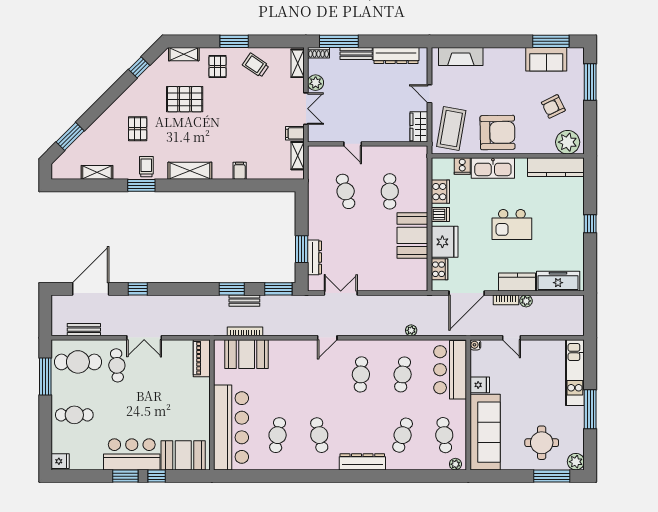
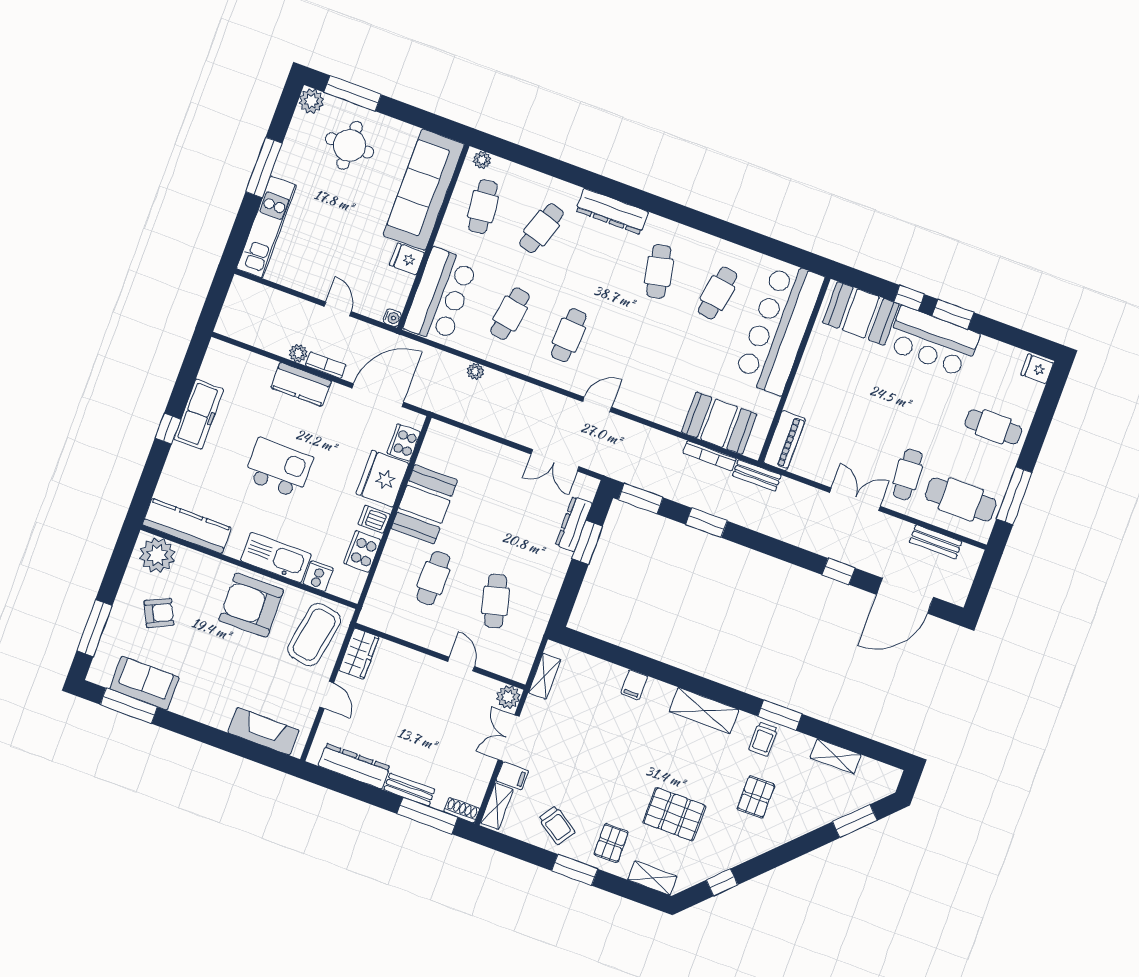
plant: (316, 83) -> (508, 697), moved
filing cabinet: (295, 133) -> (512, 776), moved
freezer: (558, 281) -> (199, 414), moved, turned -90
bench: (244, 301) -> (757, 475), moved

